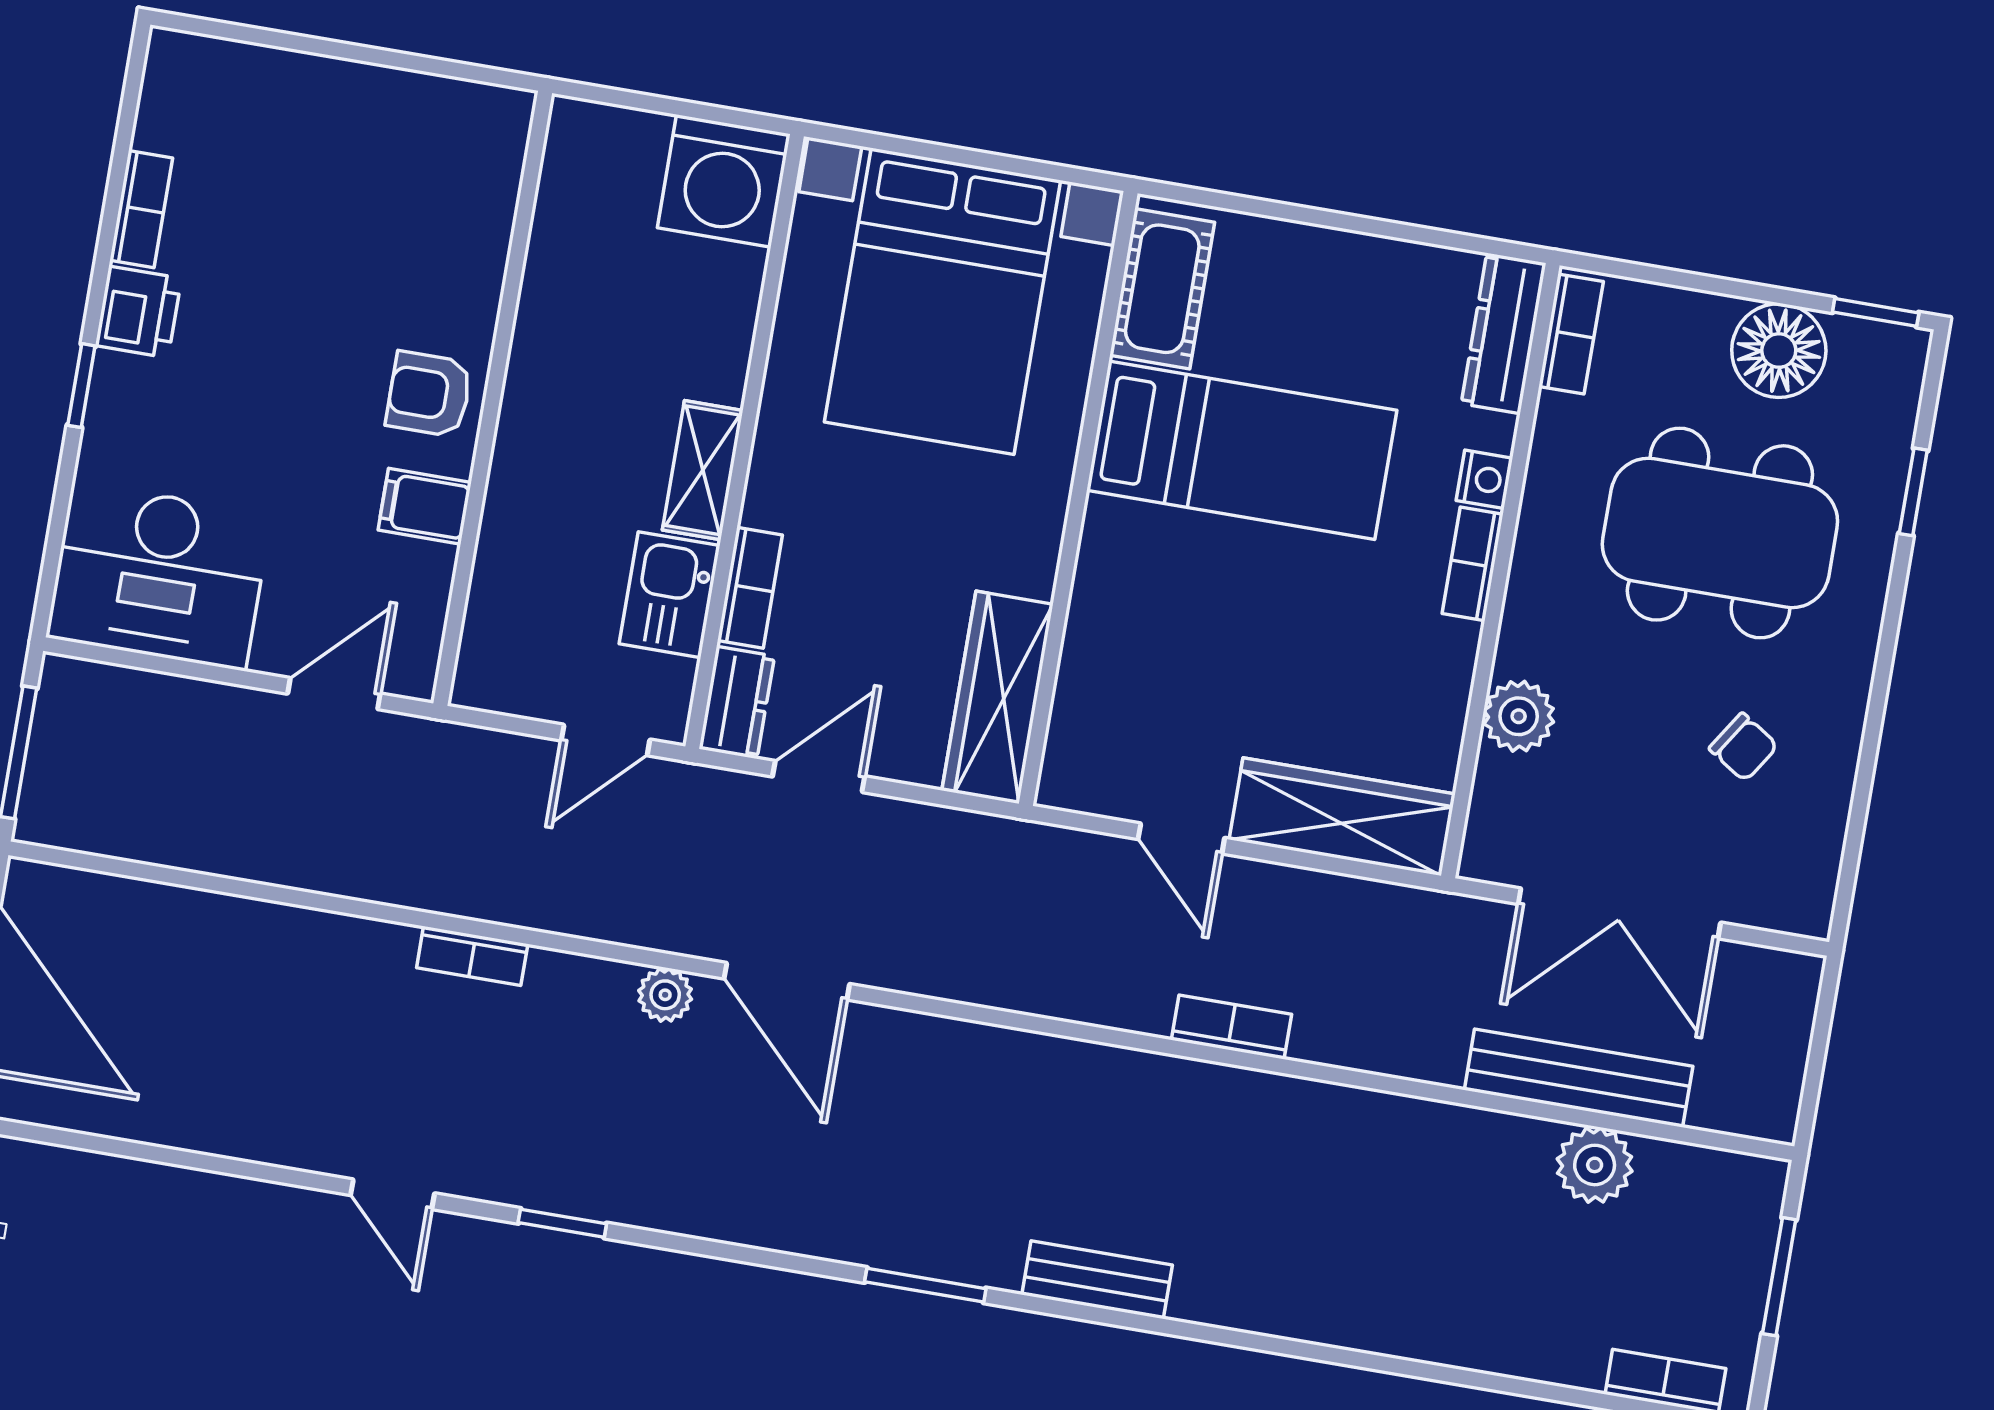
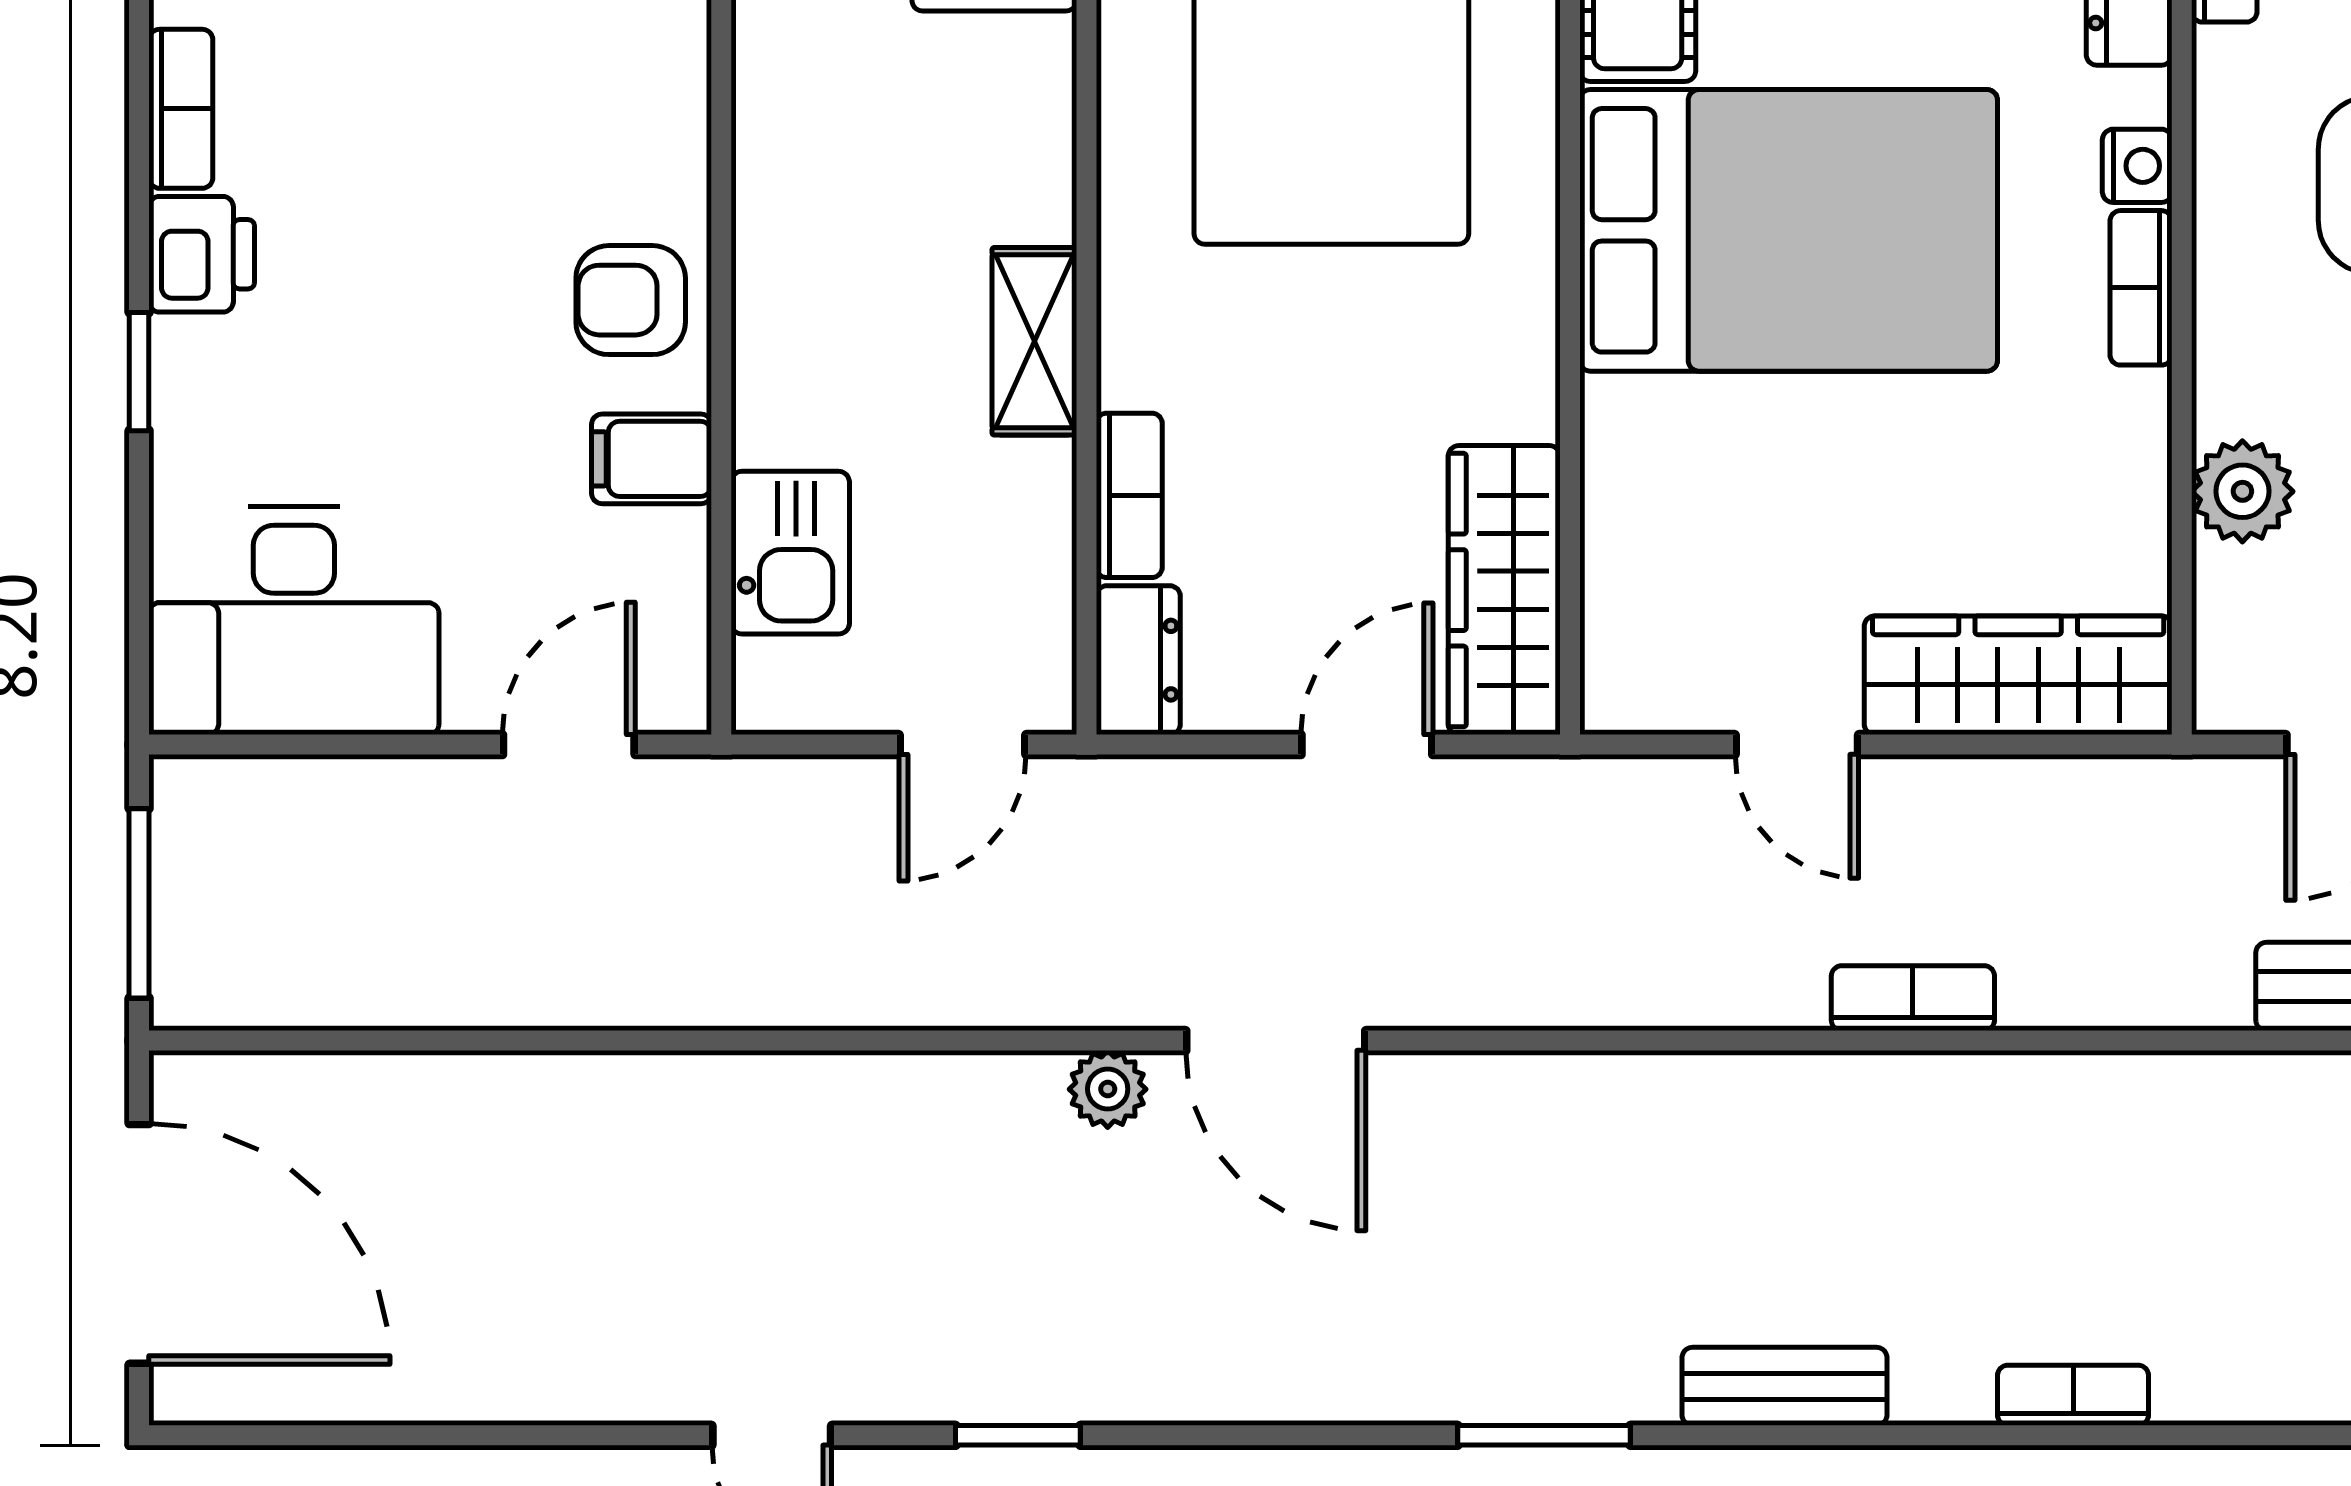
bed: (1242, 450) -> (1789, 230), width x1.50
kitchen sink: (669, 595) -> (790, 553), moved, turned 180
door: (819, 776) -> (1367, 745), moved
bookcase: (472, 956) -> (2073, 1395), moved, turned 180

